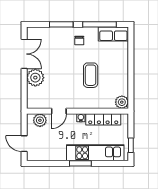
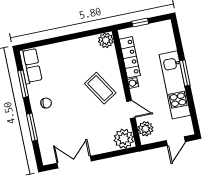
window: (100, 24) -> (23, 84), width x0.69
coffee table: (91, 75) -> (100, 88), moved, turned 58
plant: (35, 78) -> (124, 139), moved
window: (131, 145) -> (140, 22), moved
kitchen unit: (95, 153) -> (175, 85), moved

